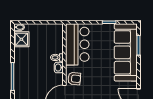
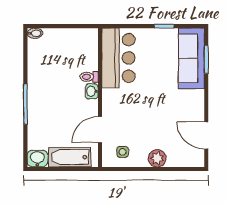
shower: (21, 39) -> (38, 51), removed
sofa: (126, 52) -> (191, 58), width x0.74, depth x0.79
armchair: (74, 79) -> (114, 107), removed

